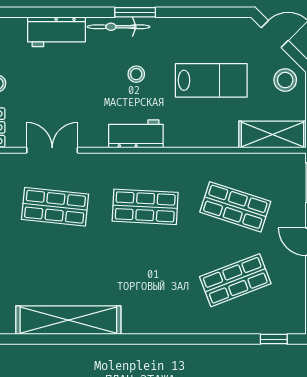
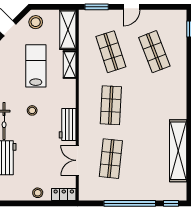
workbench: (136, 134) -> (68, 124), moved
shelving: (214, 137) -> (70, 65), added
shop shelf: (235, 207) -> (111, 52), turned -36

